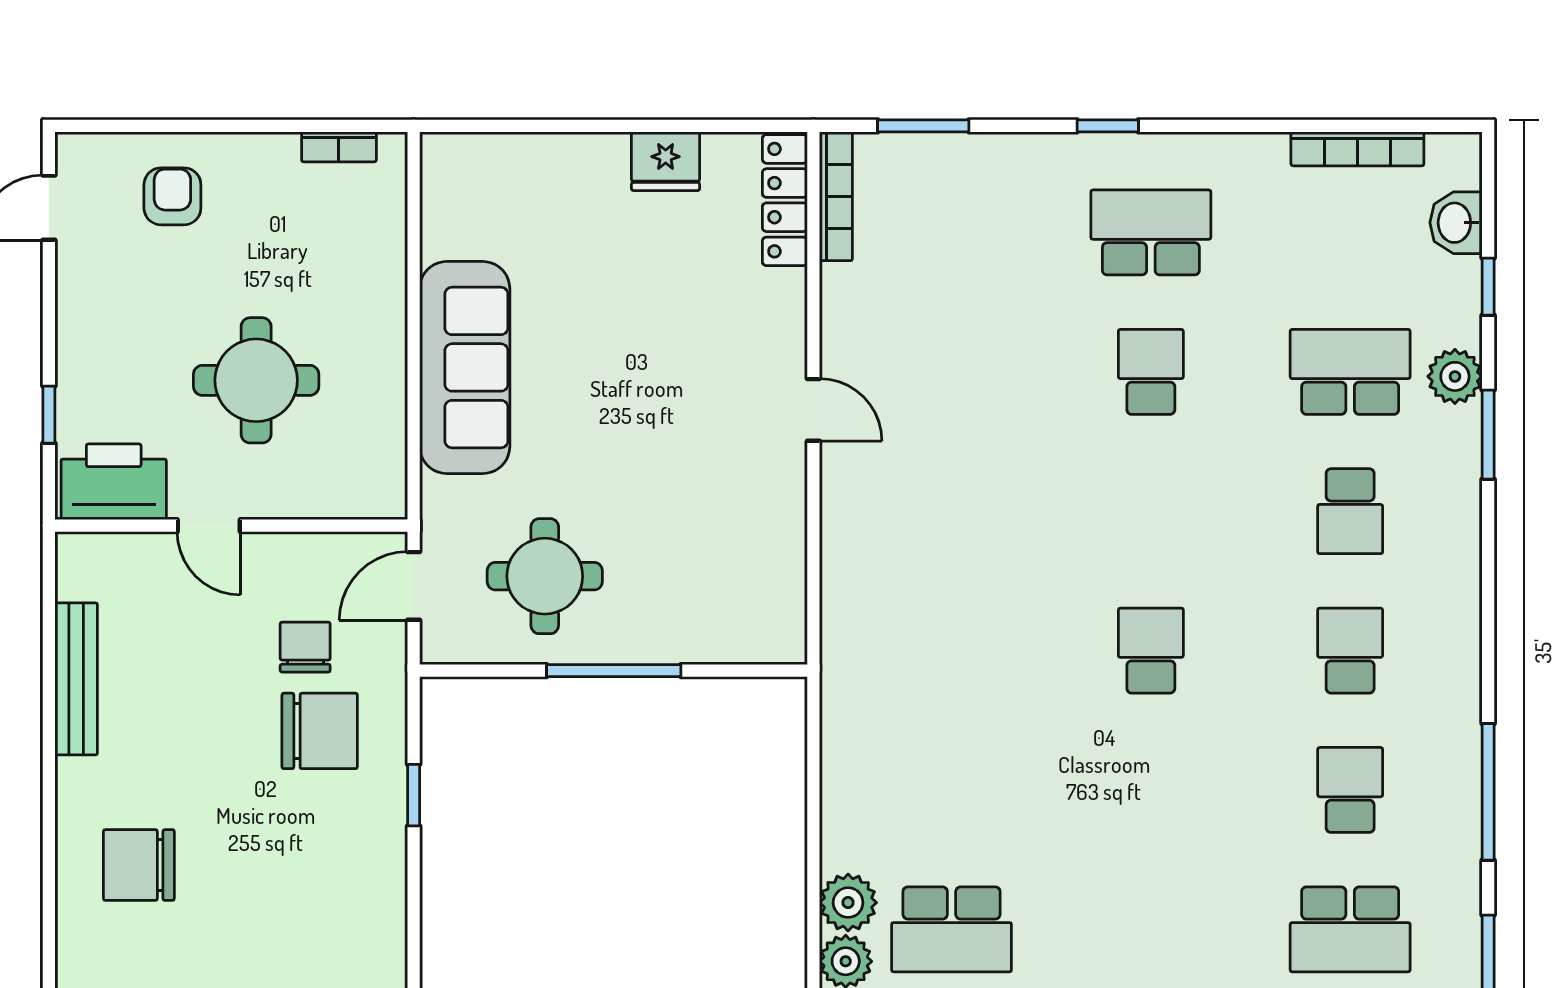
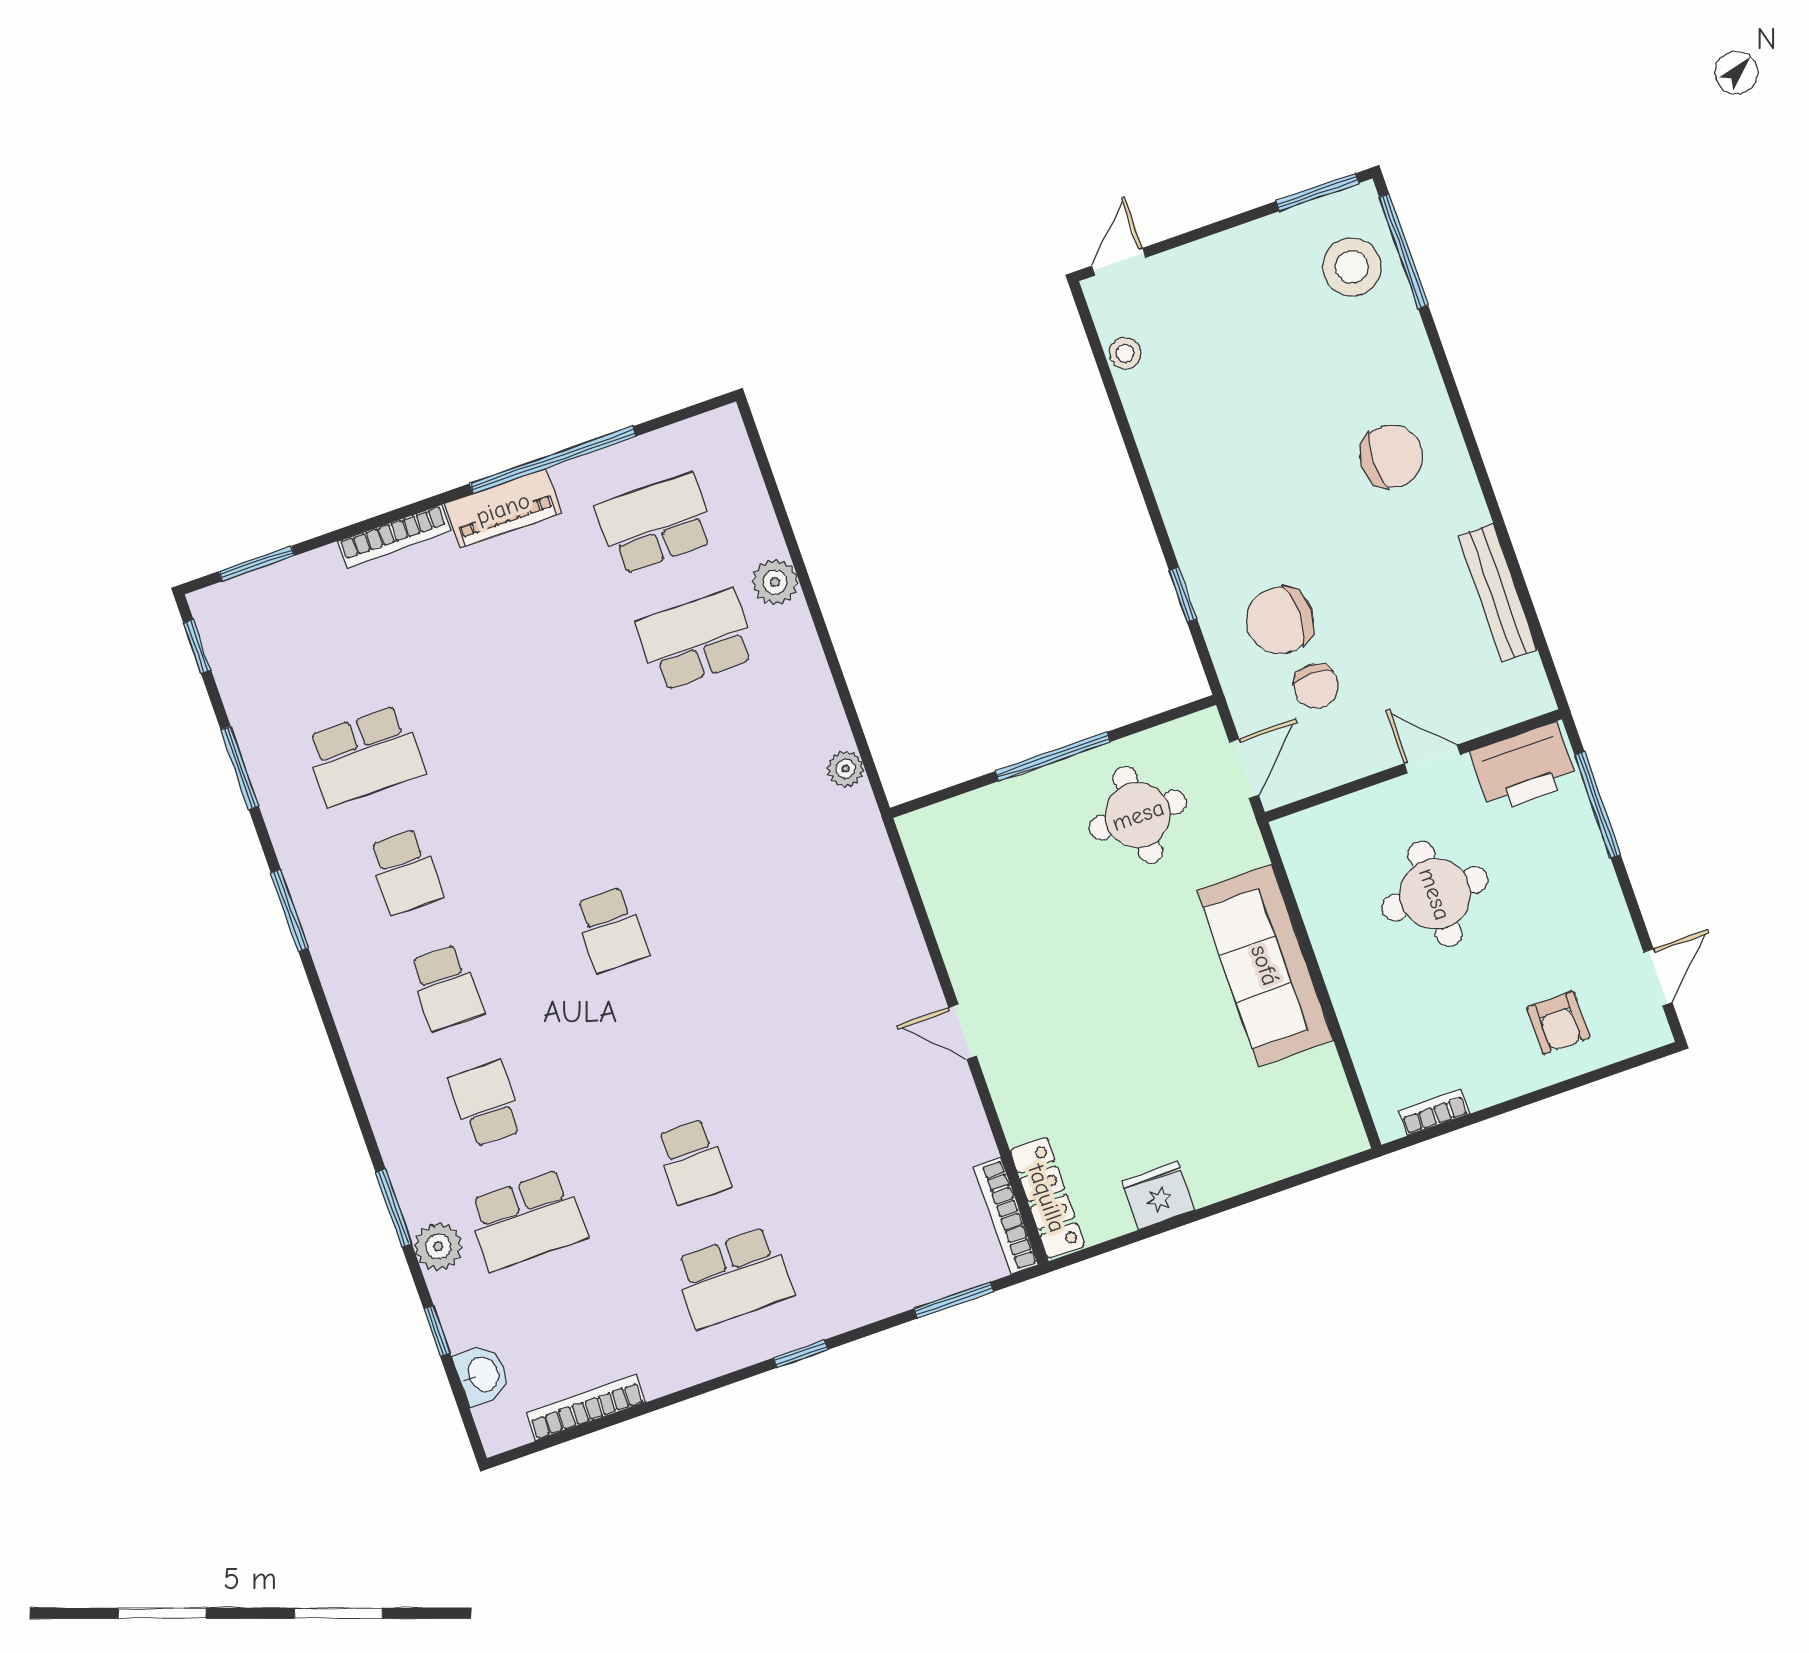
window: (49, 415) -> (1598, 805), width x2.17
window: (1488, 792) -> (290, 910), width x0.69
plant: (848, 903) -> (845, 769), moved, width x0.73, depth x0.73
school desk: (1350, 929) -> (364, 756), turned 180

